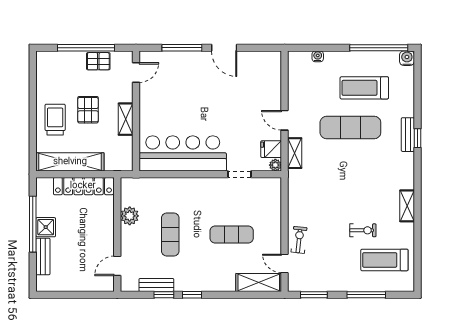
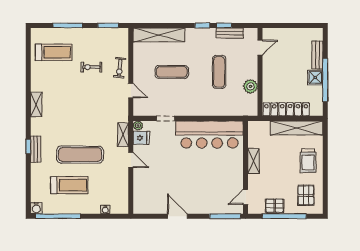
window: (182, 48) -> (225, 216), moved
pallet: (88, 110) -> (306, 195), moved
shelving: (407, 206) -> (36, 104), moved
exercise bike: (363, 230) -> (91, 67), moved
door: (285, 263) -> (131, 91), moved
shelving: (259, 282) -> (159, 35), width x1.47

